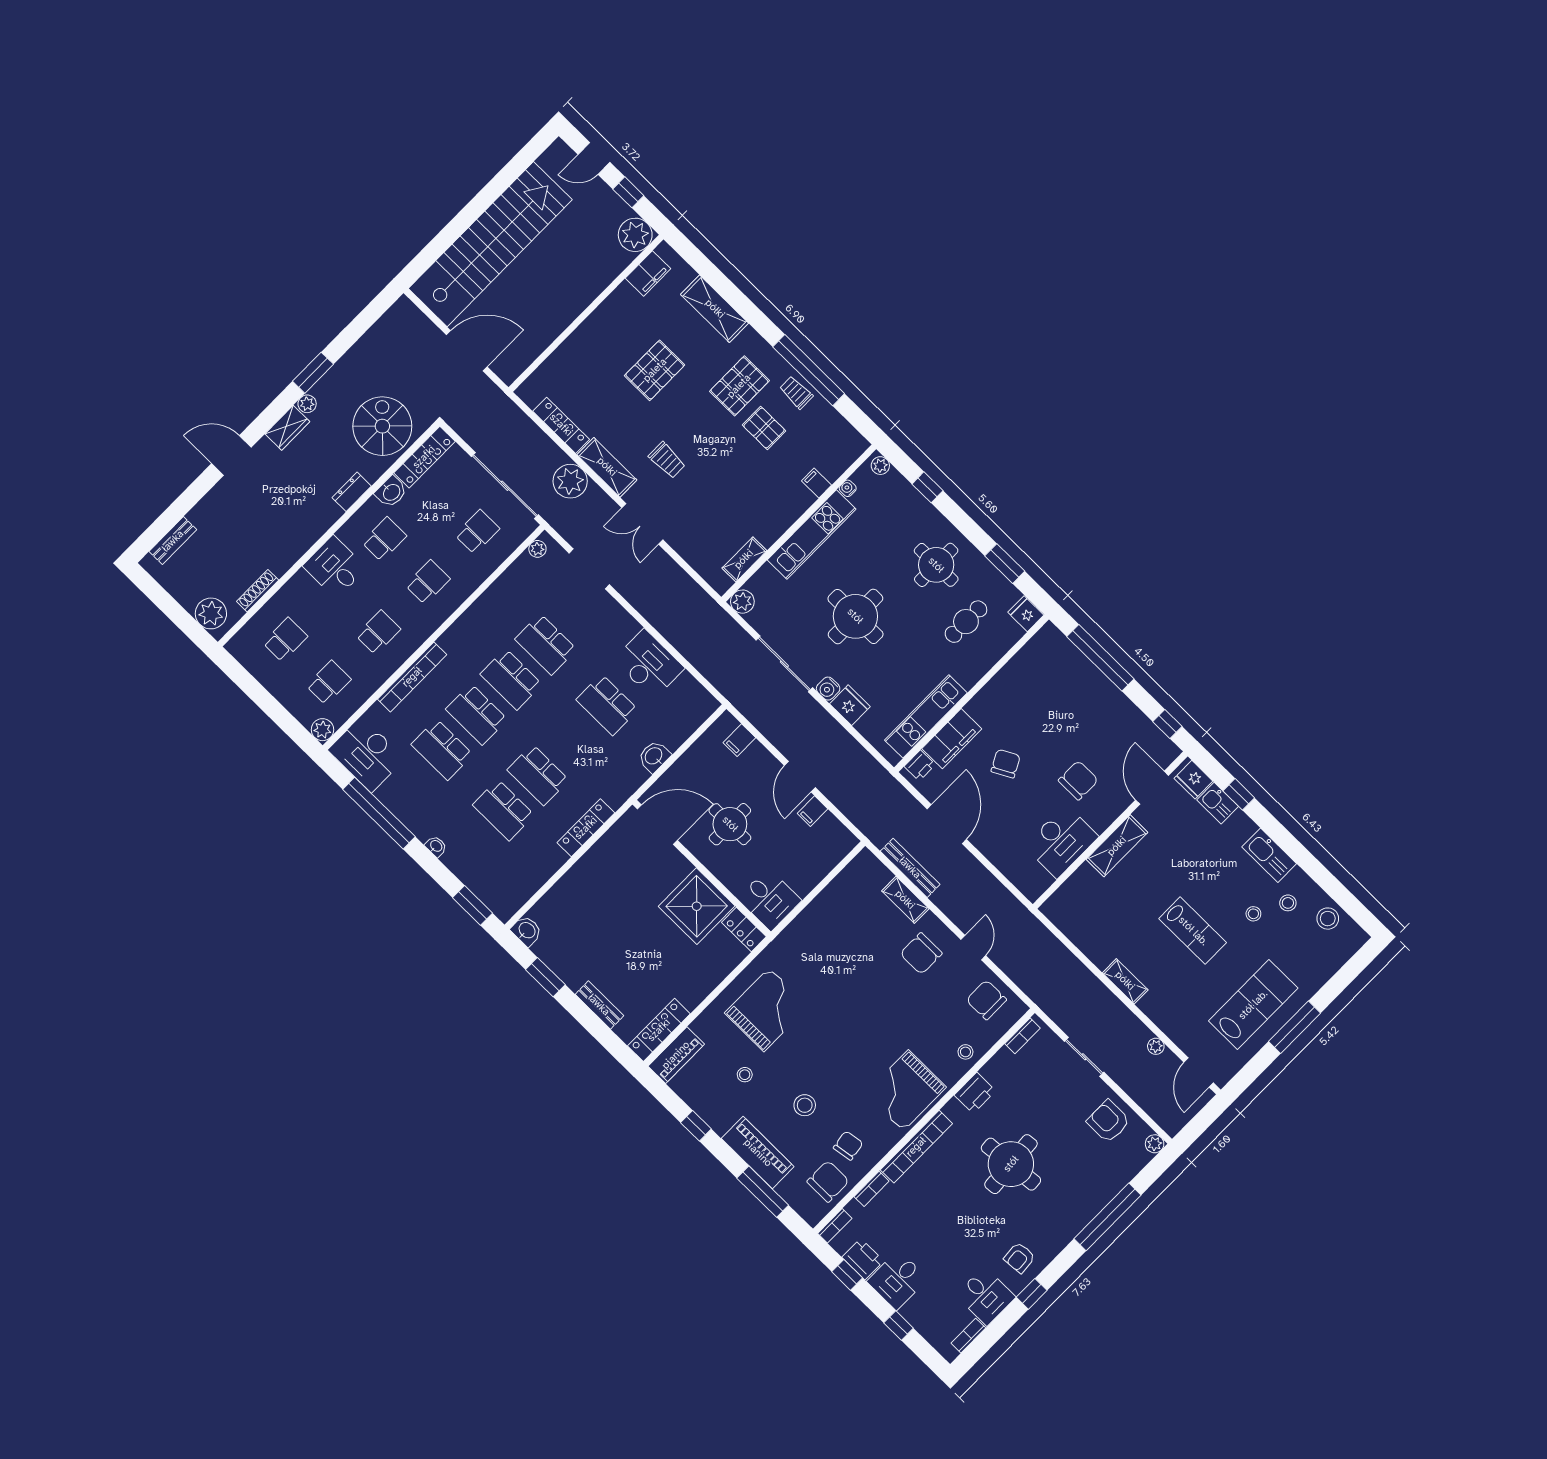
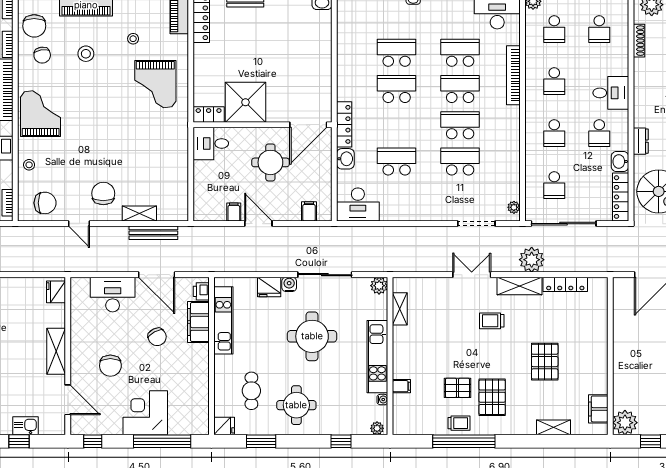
shelving: (715, 309) -> (553, 427), width x0.67, depth x0.75
desk: (649, 664) -> (358, 204), moved
corner desk: (1090, 702) -> (145, 413), added
fridge: (1193, 780) -> (56, 292), moved, turned -90
locker: (586, 828) -> (344, 124), moved
desk: (1061, 841) -> (113, 295), moved, turned 90

